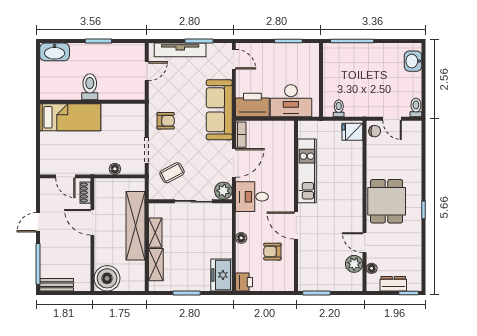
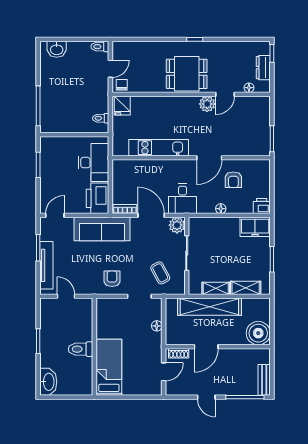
plant: (354, 264) -> (207, 104), moved

